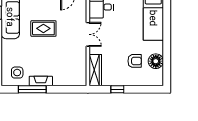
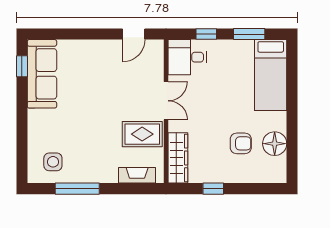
rug: (43, 28) -> (142, 134), moved
fireplace: (41, 81) -> (137, 175), moved

